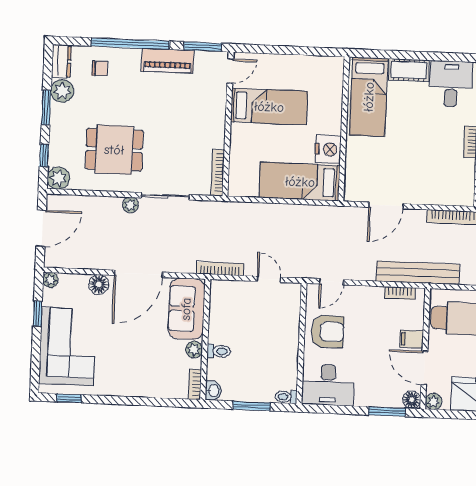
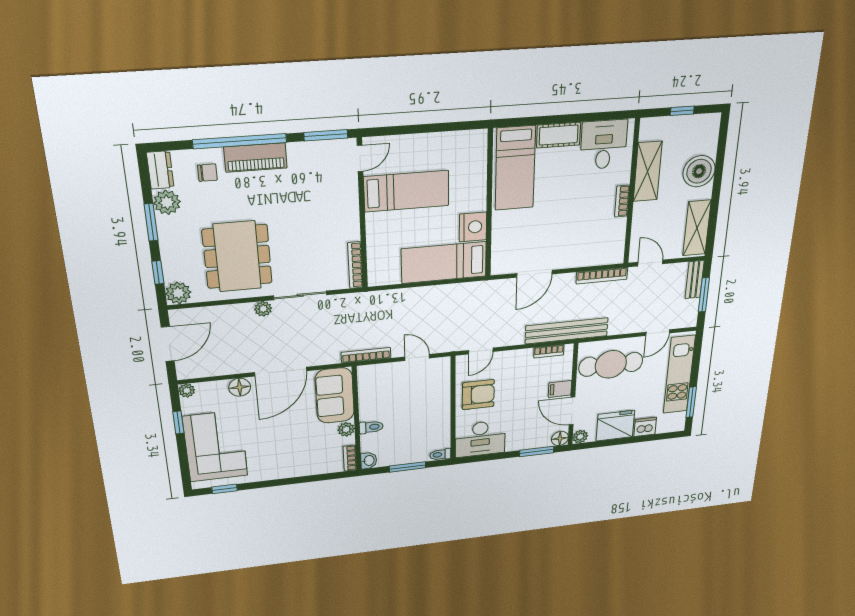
piano: (168, 61) -> (256, 157), moved
dining table: (114, 150) -> (237, 256), width x1.38

